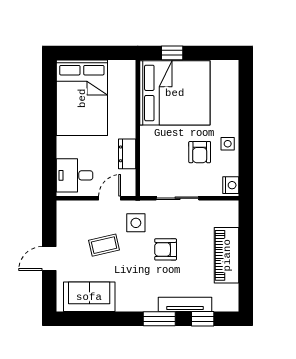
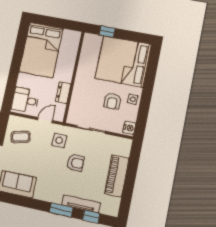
bed: (175, 93) -> (123, 61), moved, turned 180
coffee table: (104, 245) -> (21, 137), moved
armchair: (166, 249) -> (75, 163), turned 180

